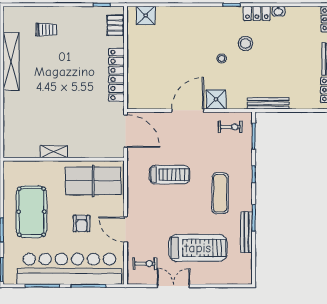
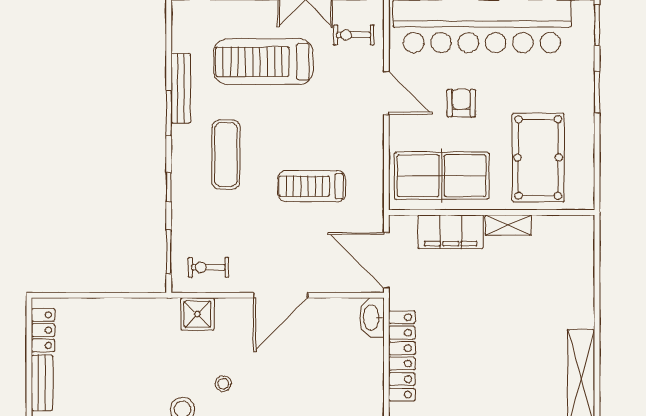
washbasin: (134, 97) -> (372, 318), added
shower: (216, 99) -> (197, 314), moved
bench: (268, 103) -> (144, 307), removed
filing cabinet: (88, 148) -> (451, 232), added
pool table: (31, 212) -> (538, 157), moved

